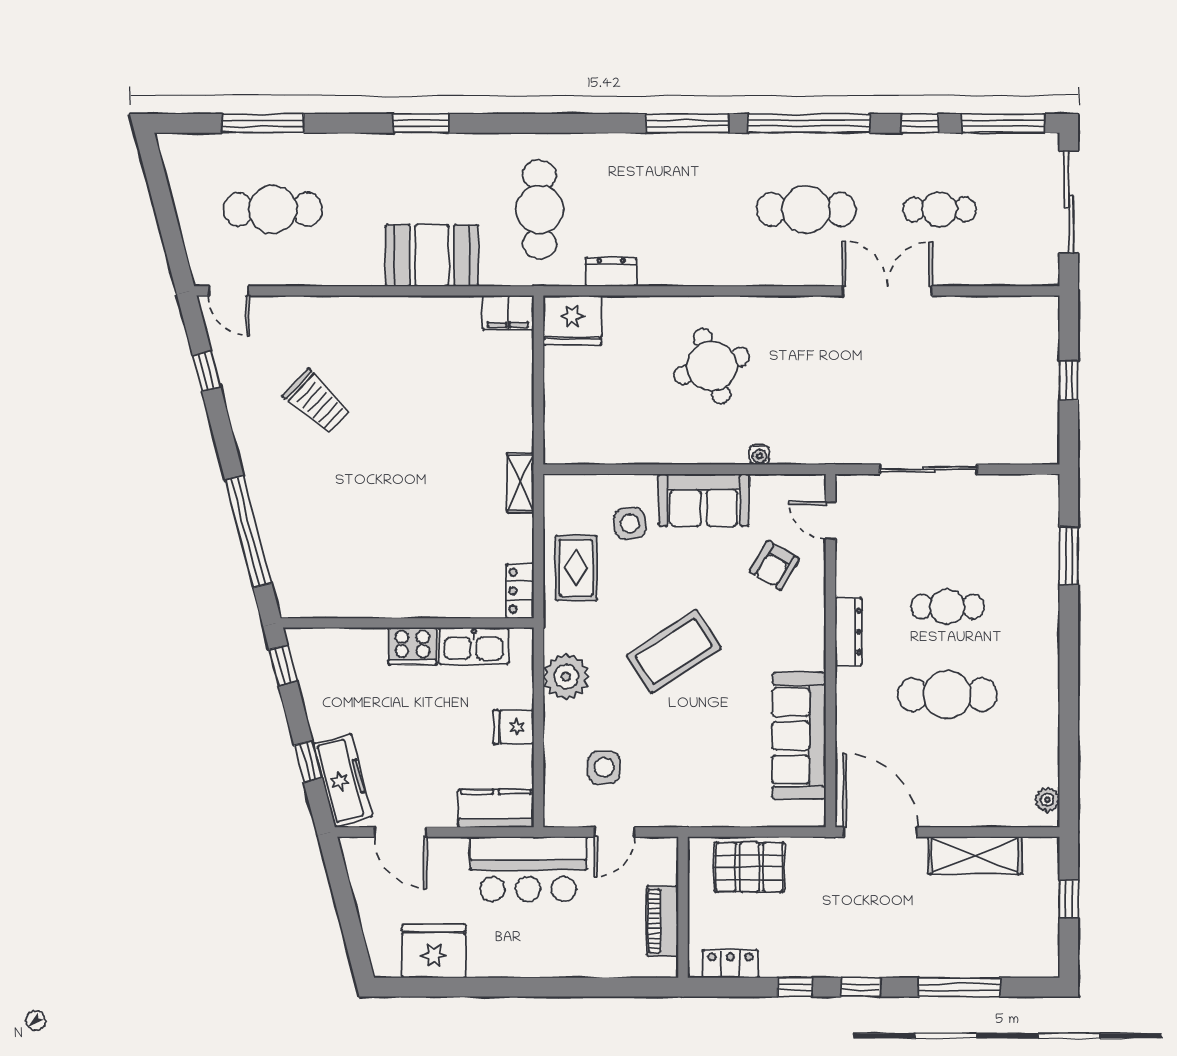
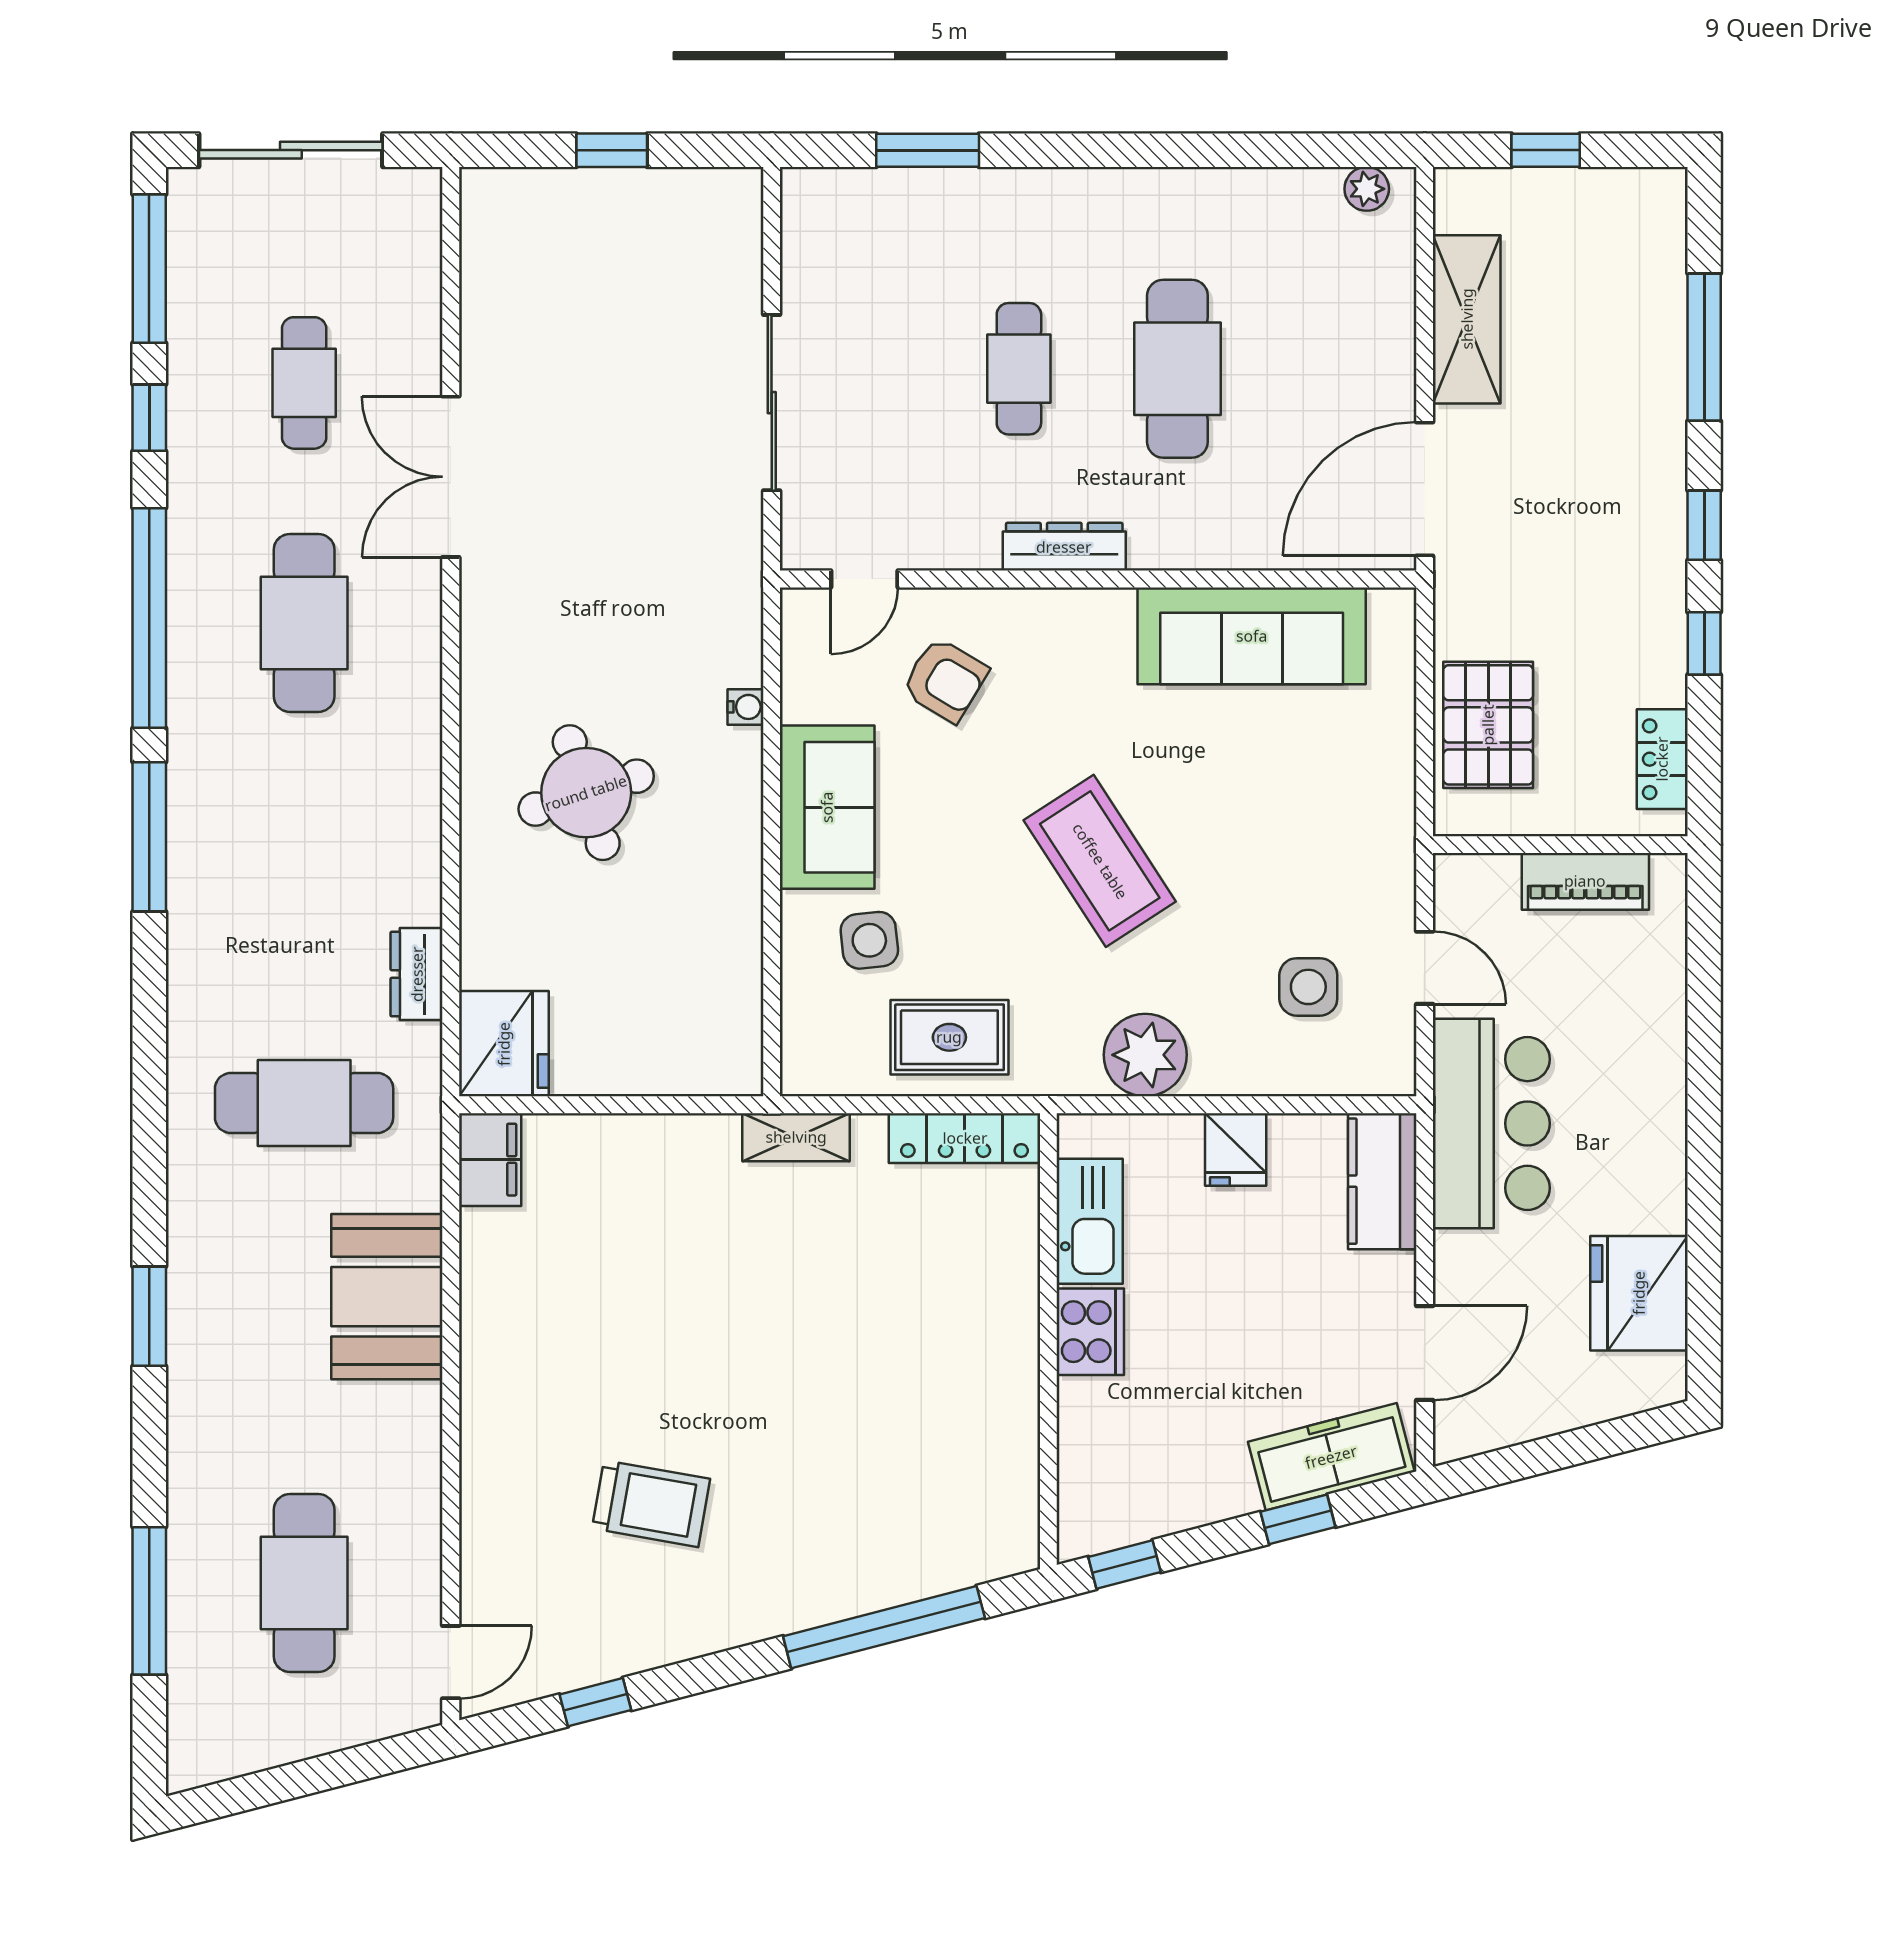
trolley: (317, 402) -> (651, 1504), turned 57
locker: (520, 591) -> (965, 1138), width x1.53

